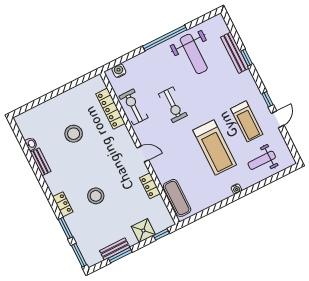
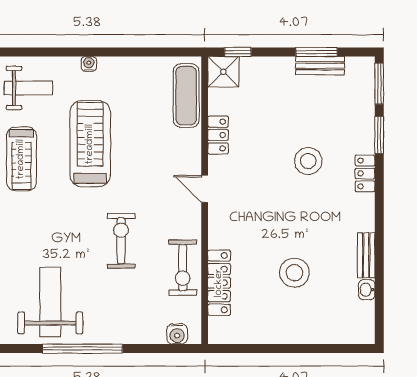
treadmill: (247, 121) -> (21, 159), turned 180
shower: (143, 230) -> (223, 72), moved

